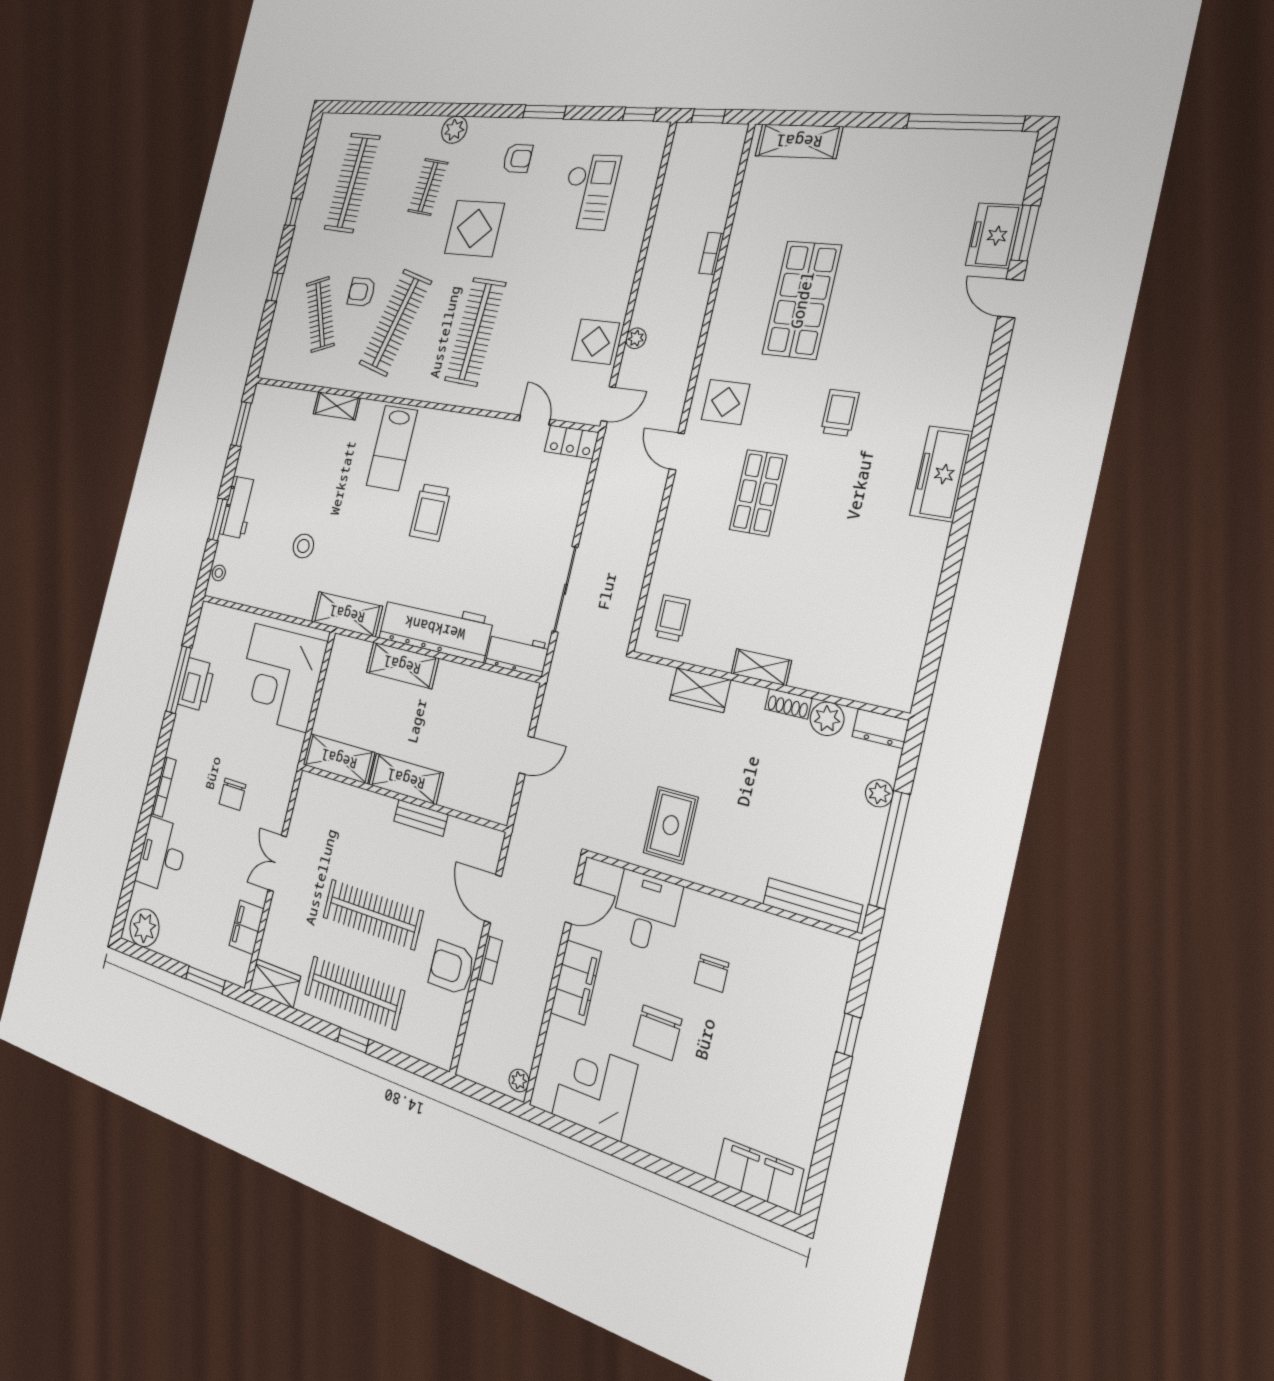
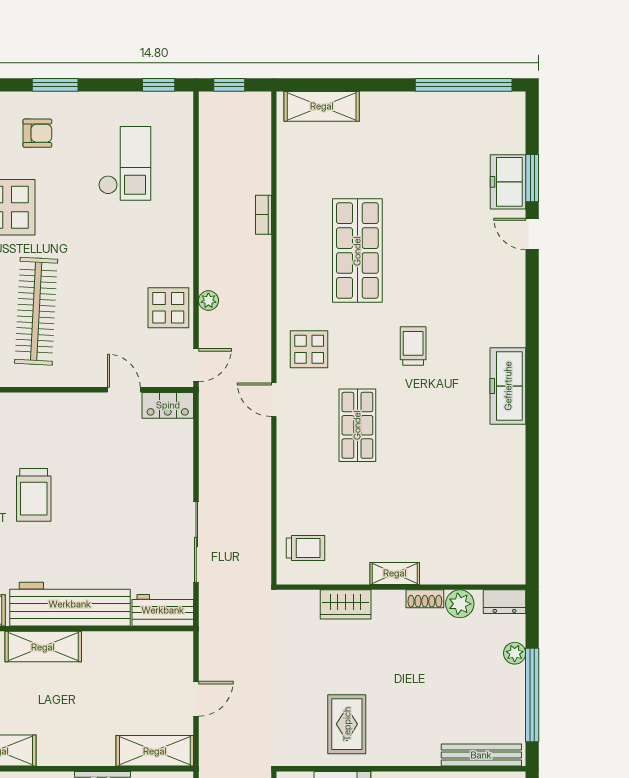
trolley: (672, 618) -> (305, 548), turned 90
shelving: (406, 779) -> (155, 751), moved

